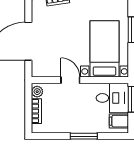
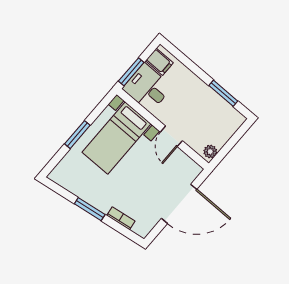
bookcase: (36, 111) -> (226, 135), removed
window: (84, 136) -> (223, 93), moved

